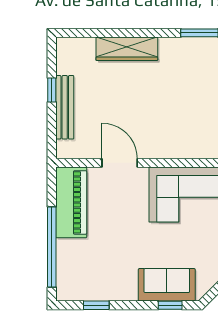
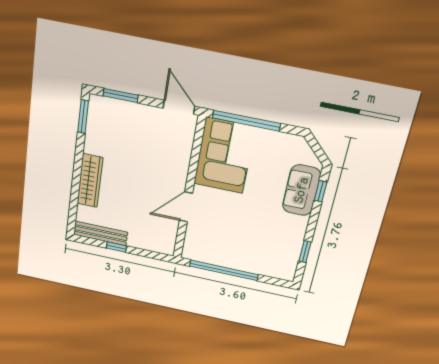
bench: (65, 107) -> (100, 233), moved
piano: (71, 202) -> (212, 252), removed
window: (52, 247) -> (224, 270), moved

